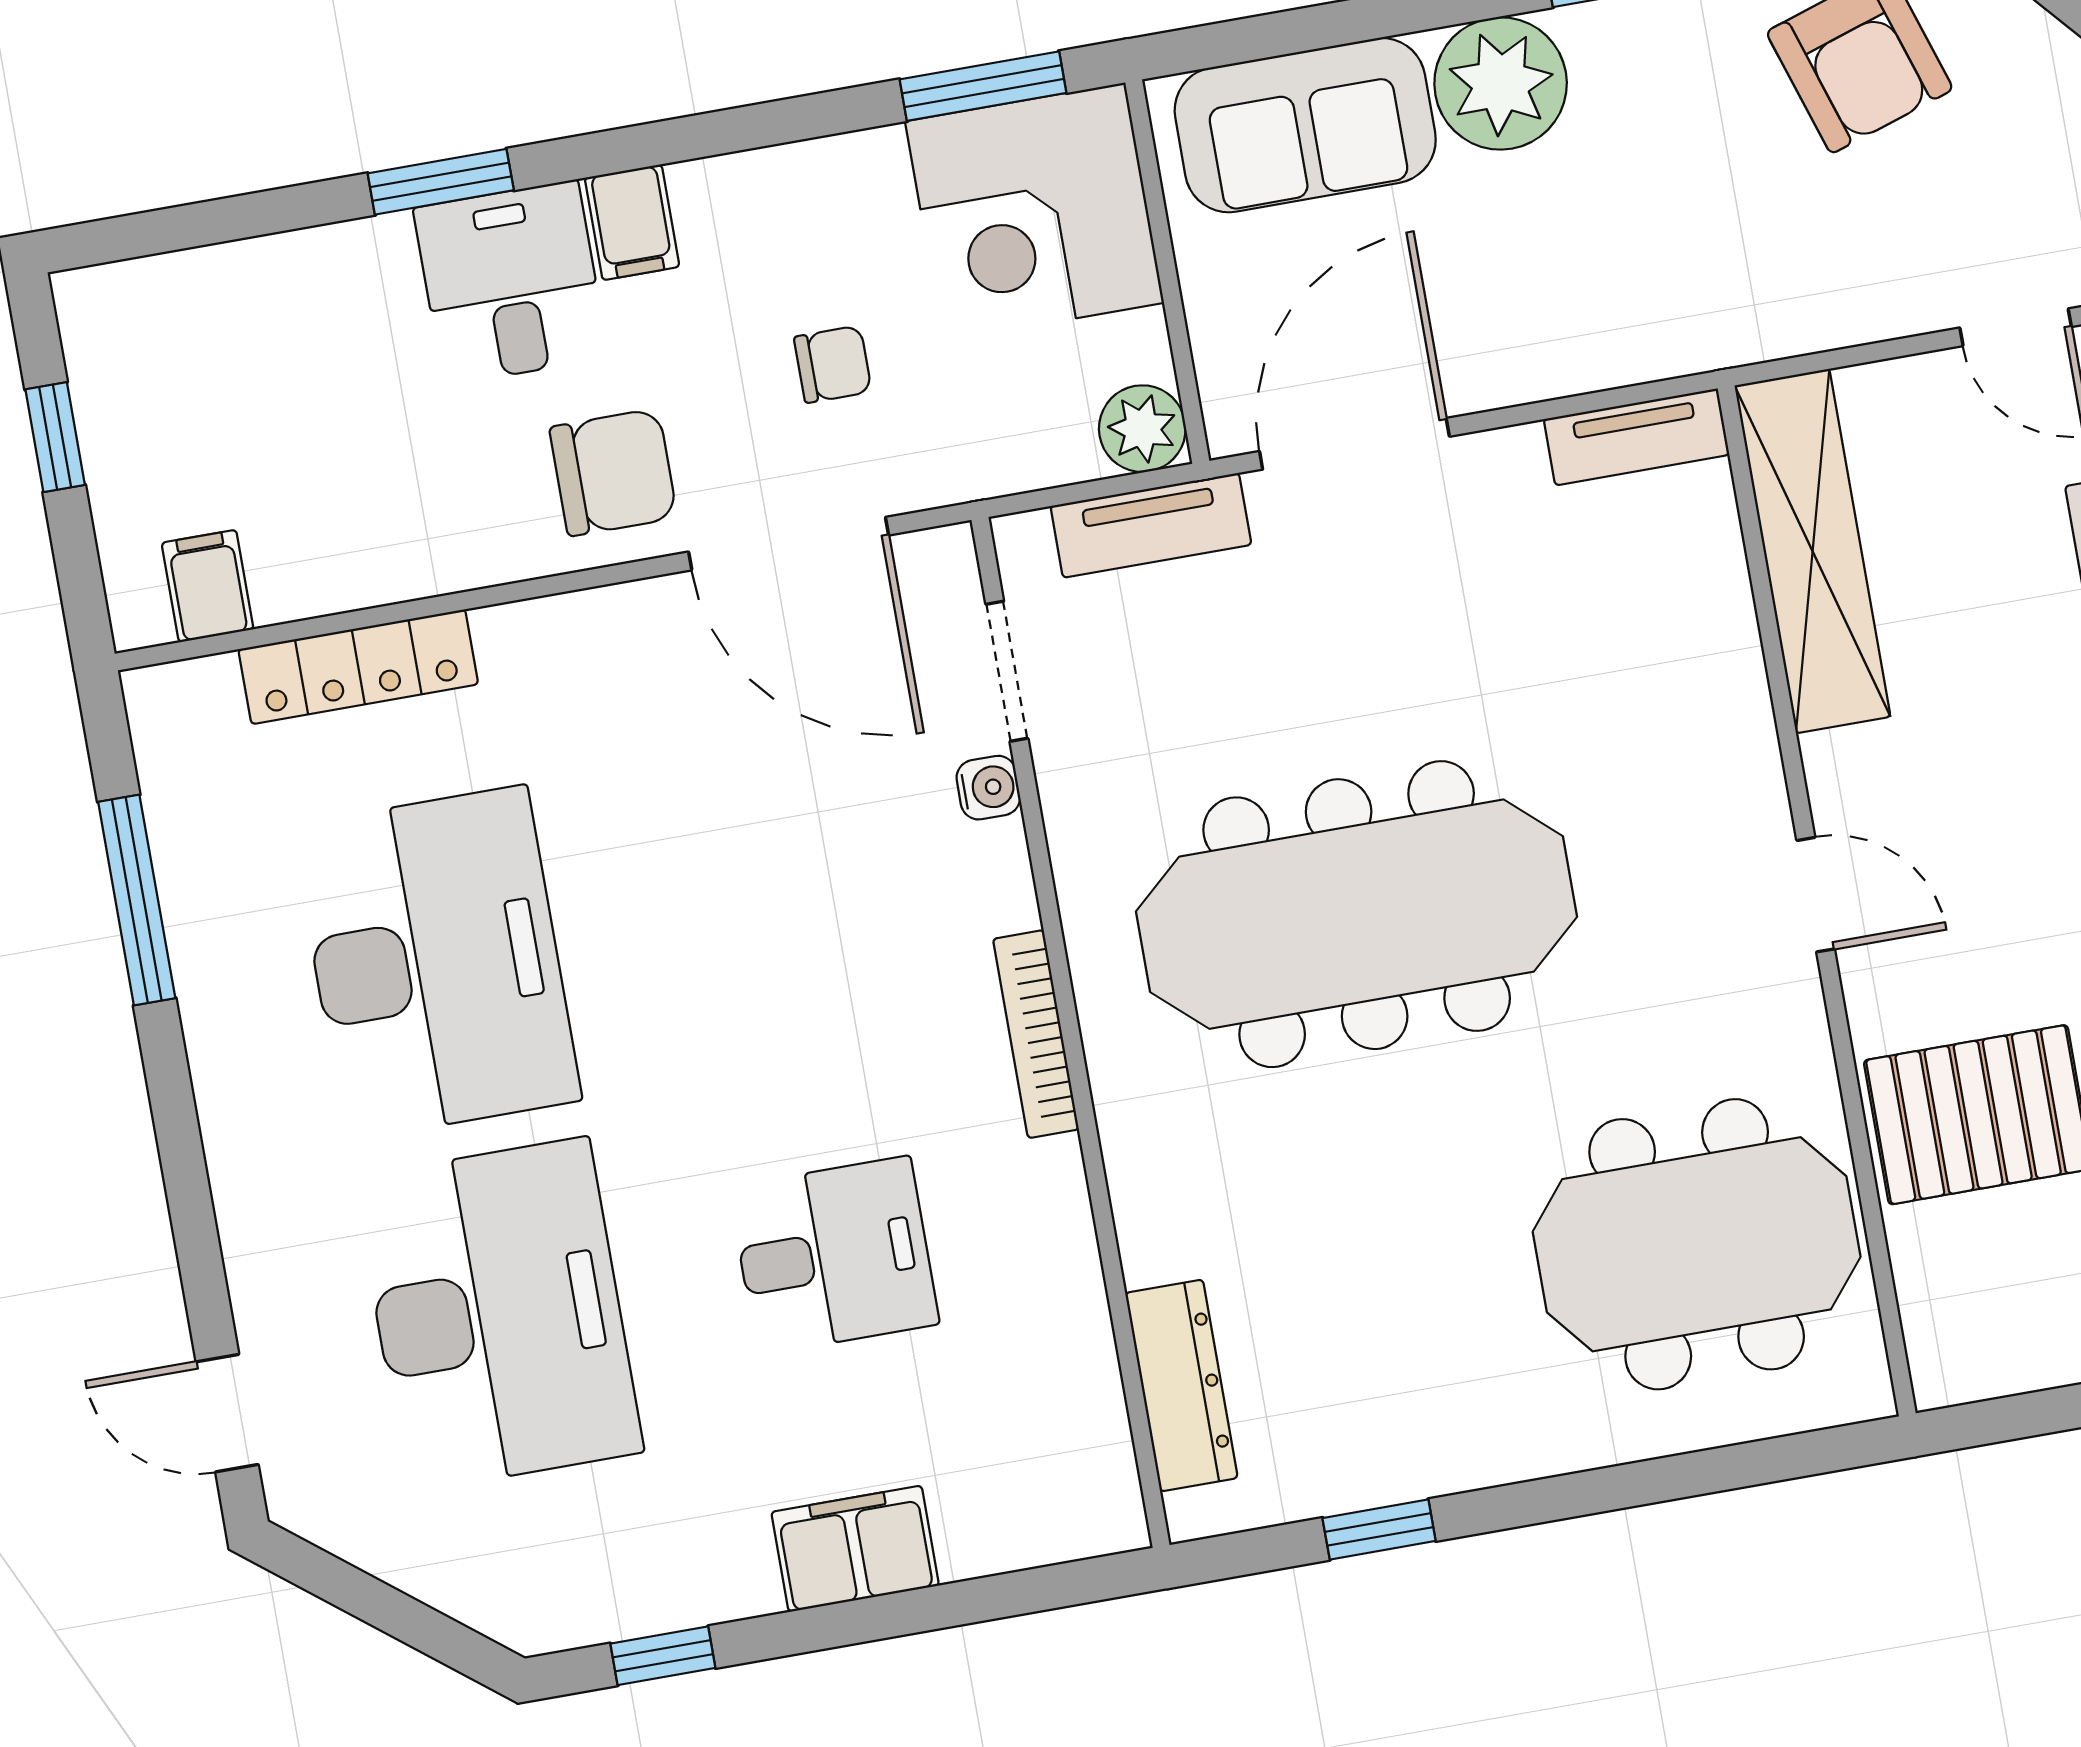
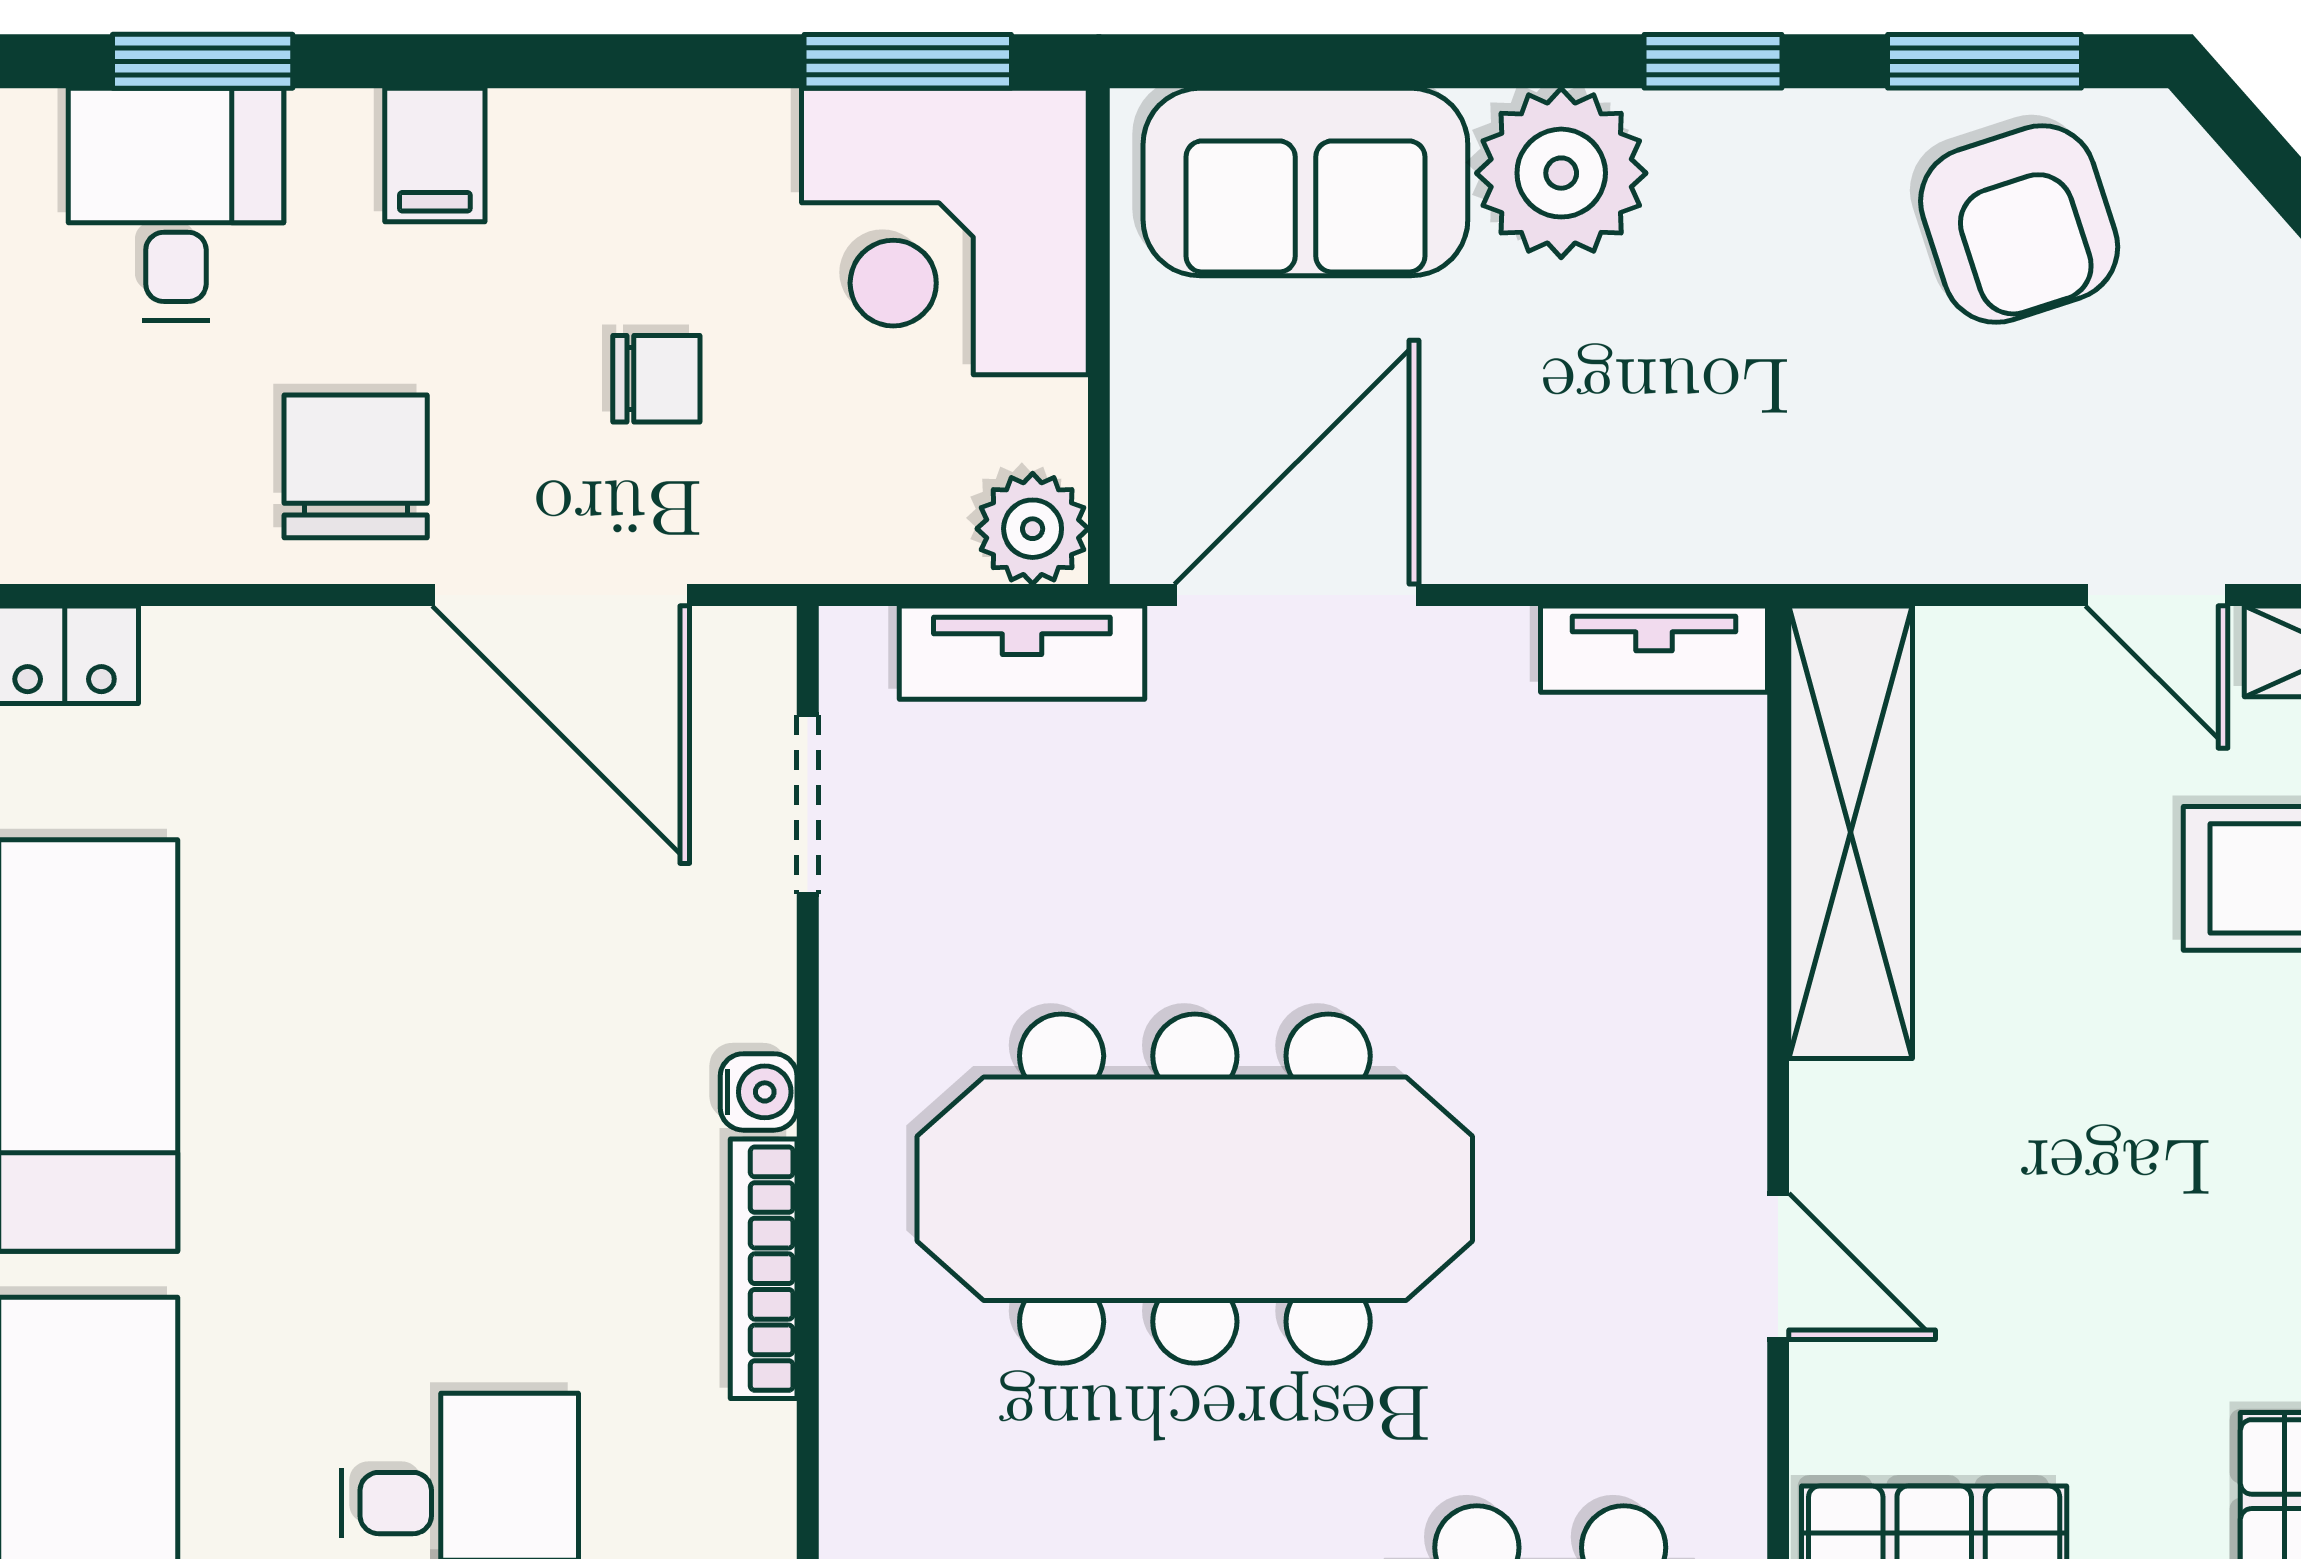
desk: (511, 283) -> (176, 204), moved
chair: (613, 472) -> (356, 466), turned -90
water cooler: (988, 788) -> (759, 1092), moved

